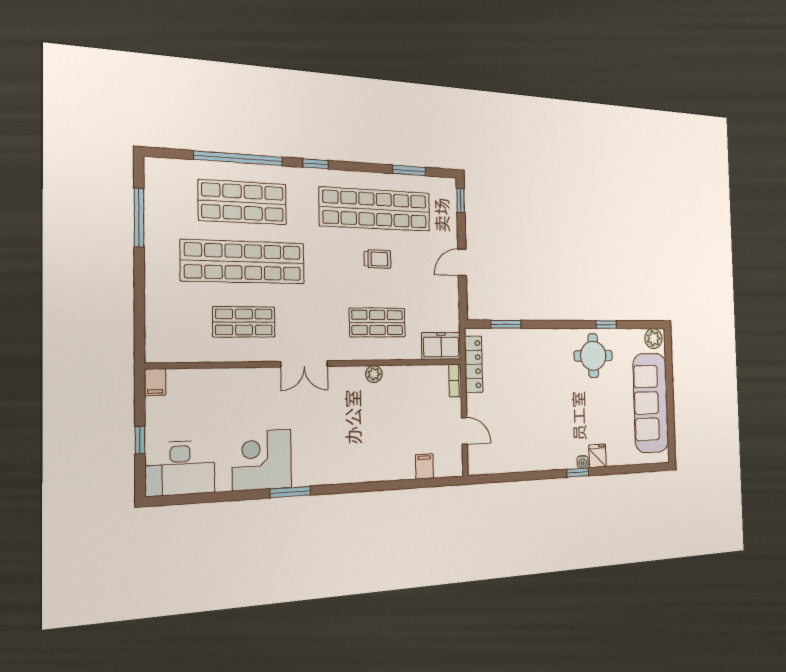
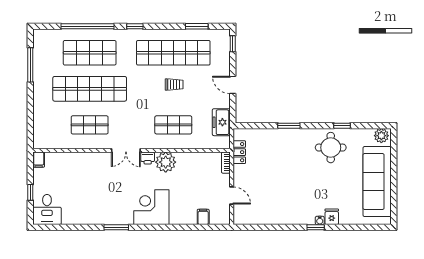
door: (462, 262) -> (233, 85), hinge flipped
window: (506, 324) -> (289, 126), moved
freezer: (441, 346) -> (221, 122), moved, turned -90
locker: (474, 364) -> (239, 152), width x0.66
plant: (374, 374) -> (166, 162), width x1.88, depth x1.88
printer: (339, 376) -> (148, 158), added
corner desk: (262, 460) -> (151, 207), moved
desk: (180, 468) -> (47, 209), width x0.73

